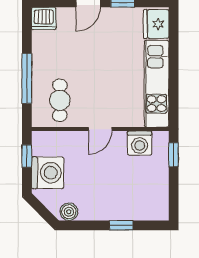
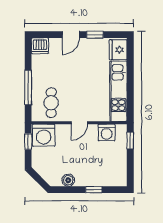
washing machine: (48, 173) -> (44, 135), moved, turned 90
boiler: (69, 212) -> (68, 180), moved

